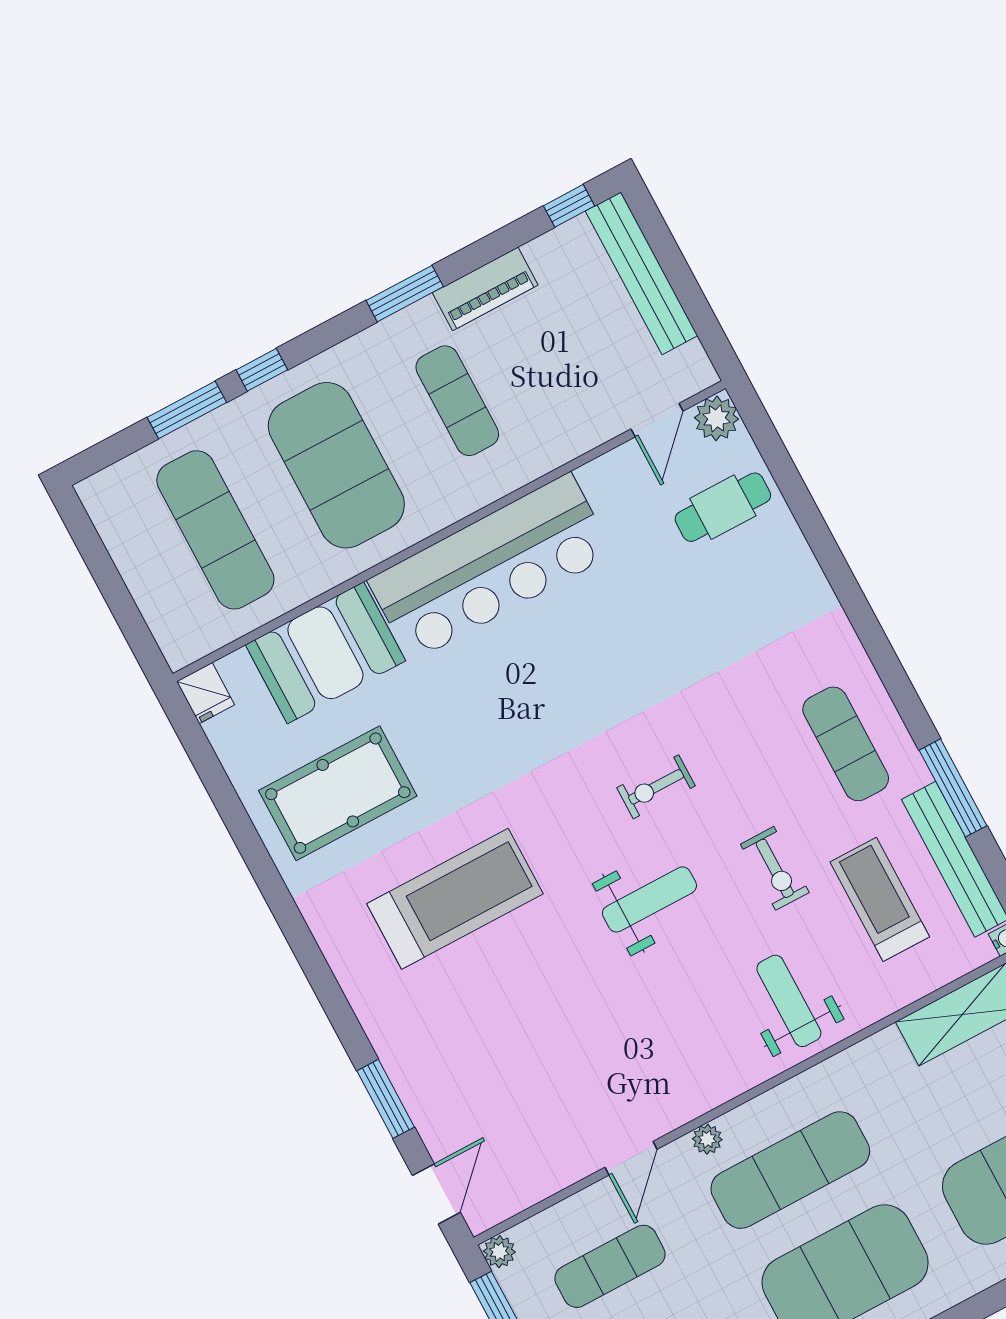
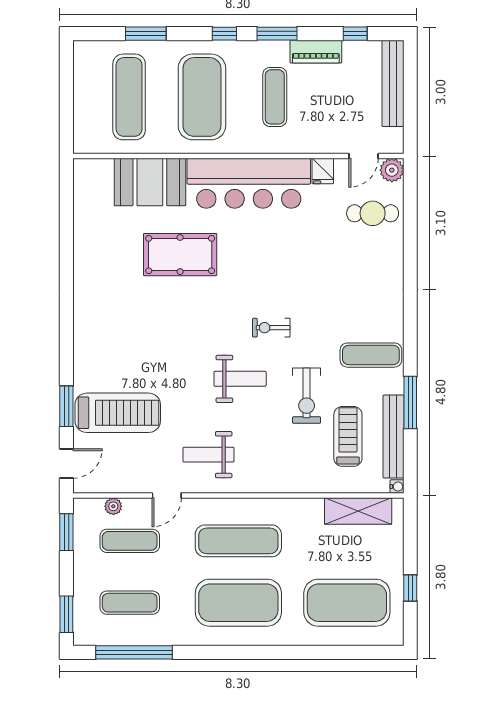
window: (569, 206) -> (355, 34), moved
window: (262, 370) -> (224, 34), moved
fridge: (206, 693) -> (323, 171), moved
exercise mat: (846, 744) -> (371, 355), turned 90
pool table: (338, 793) -> (180, 255), moved
exercise bike: (775, 868) -> (307, 396), width x1.38, depth x1.39
treadmill: (455, 899) -> (118, 413), moved
weight bench: (789, 1001) -> (208, 455), moved, turned -90
plant: (707, 1139) -> (207, 506), removed
plant: (499, 1252) -> (113, 506), moved

